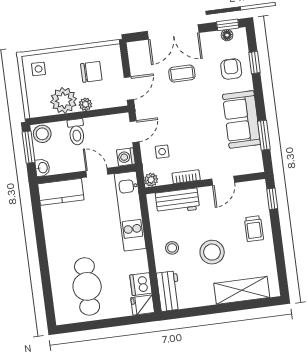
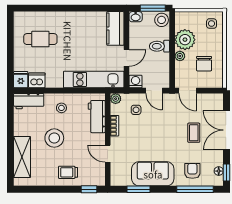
window: (254, 63) -> (195, 189), width x2.17
armchair: (231, 69) -> (192, 171), turned -90
cafe table: (87, 286) -> (40, 39), width x0.73, depth x0.74

